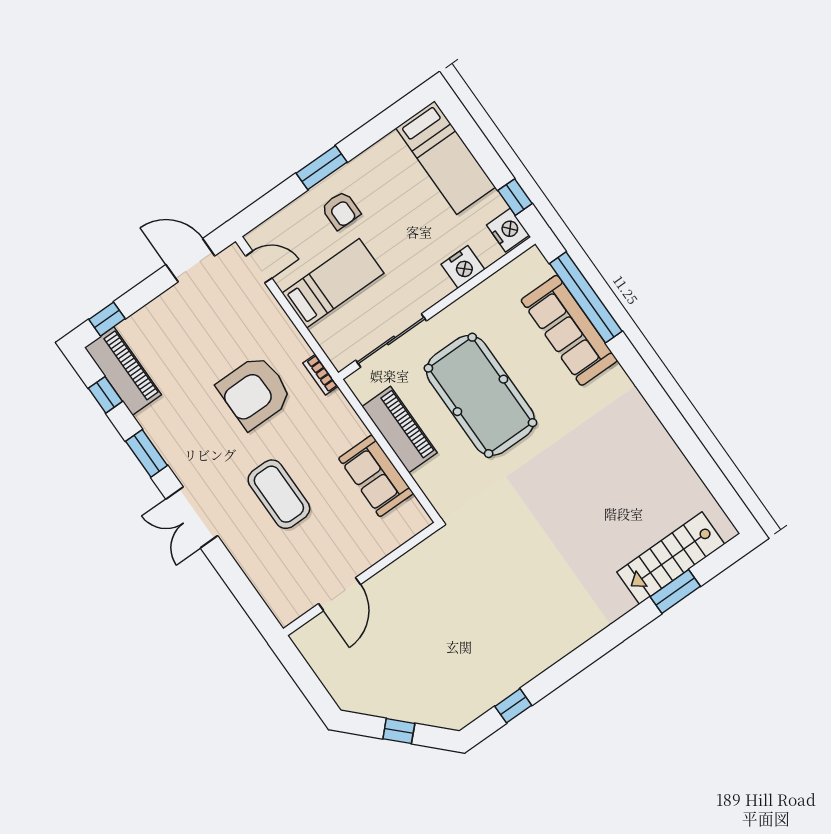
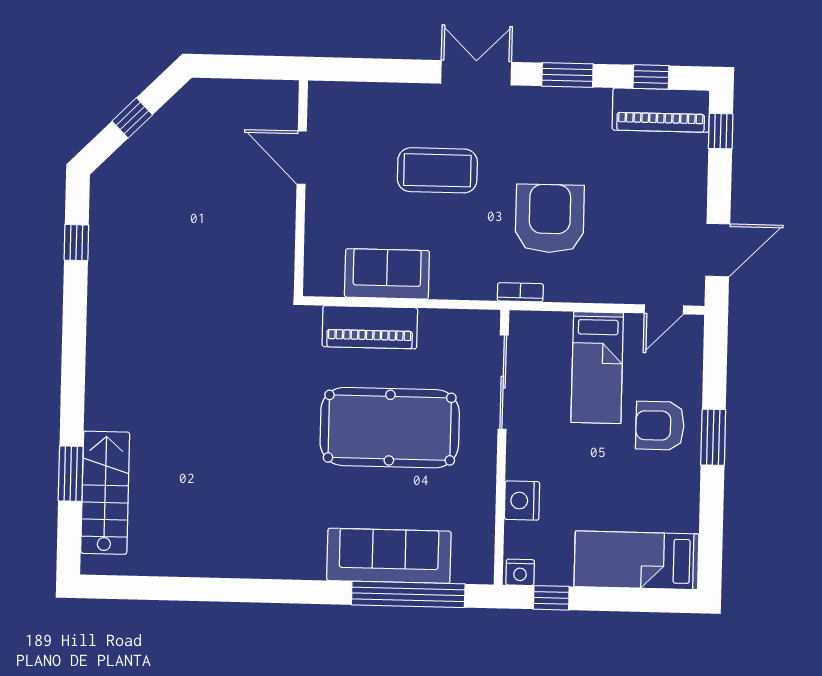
armchair: (341, 210) -> (660, 426), width x1.38, depth x1.38
nightstand: (508, 230) -> (520, 572), width x0.74, depth x0.75
piano: (400, 430) -> (370, 327), moved

